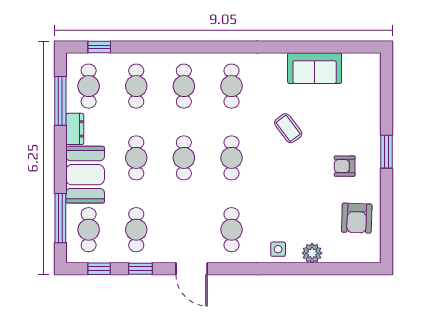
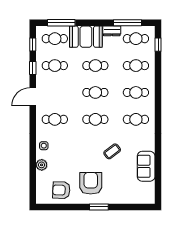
armchair: (345, 166) -> (91, 183), width x1.88, depth x1.88

